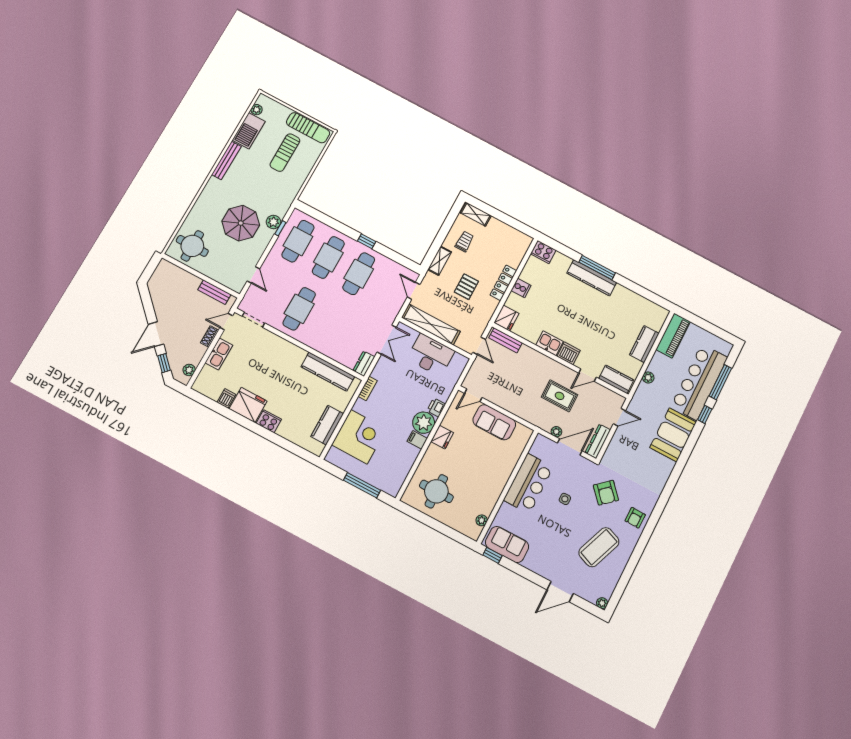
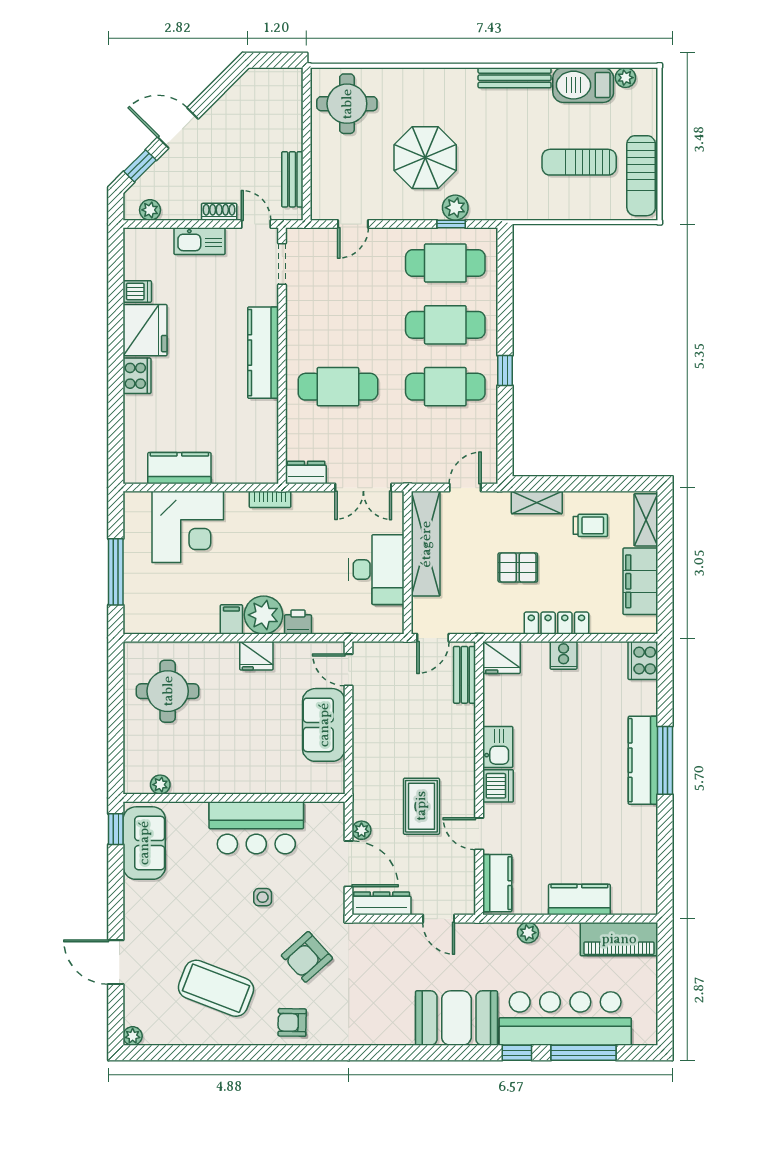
filing cabinet: (504, 233) -> (640, 581), added
cafe table: (299, 309) -> (338, 387), moved
kitchen counter: (328, 372) -> (263, 353), moved

